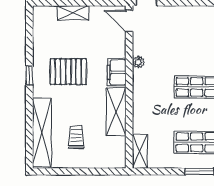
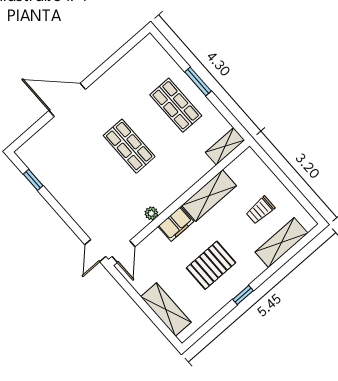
shelving: (73, 13) -> (166, 309), width x1.50, depth x1.33
pallet: (68, 72) -> (211, 265), turned 90
shelving: (42, 132) -> (281, 243), width x0.68

